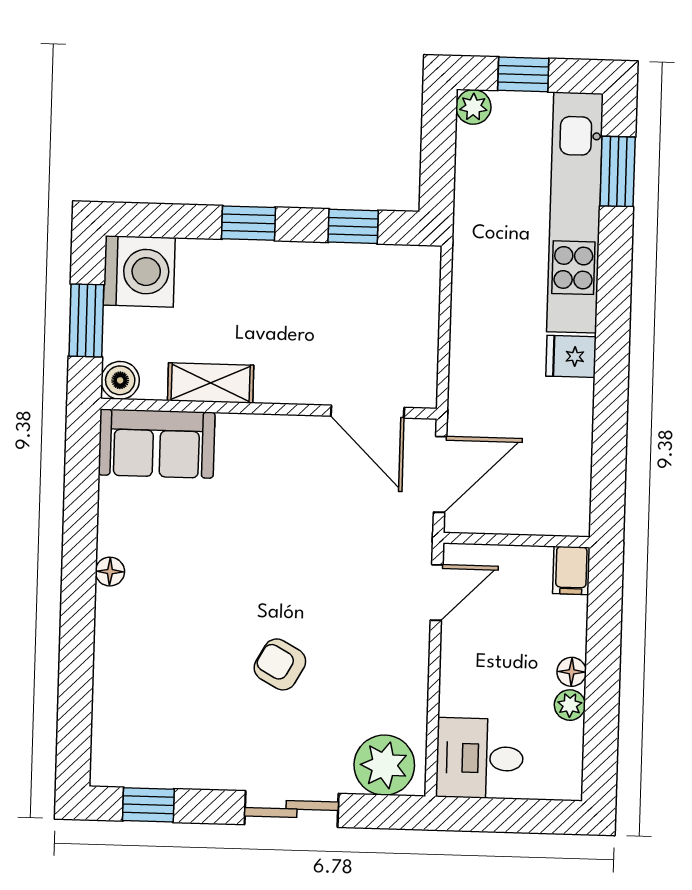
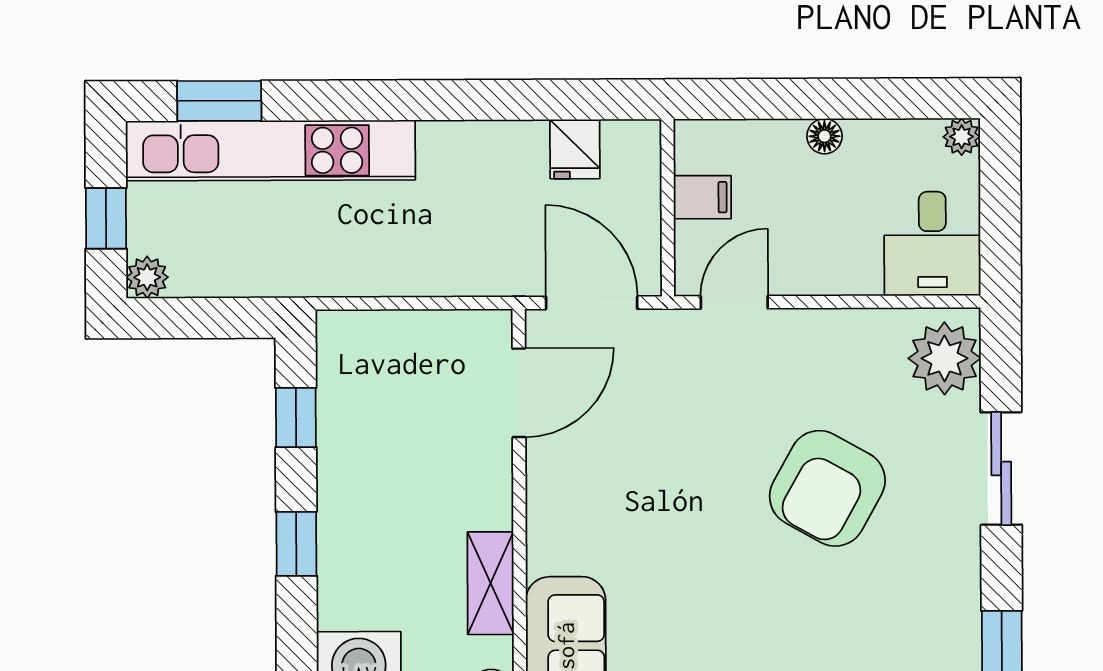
fridge: (571, 356) -> (575, 149), moved
filing cabinet: (571, 570) -> (702, 197), moved
door: (437, 593) -> (734, 302), hinge flipped
armchair: (280, 664) -> (827, 488), width x1.88, depth x1.88
plant: (570, 705) -> (962, 137), moved

